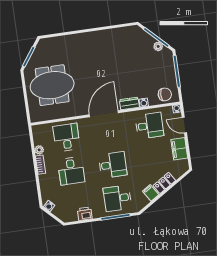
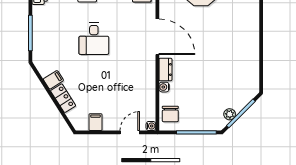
desk: (149, 126) -> (135, 90), removed
filing cabinet: (179, 149) -> (95, 122), width x0.50
desk: (117, 198) -> (53, 39), removed

